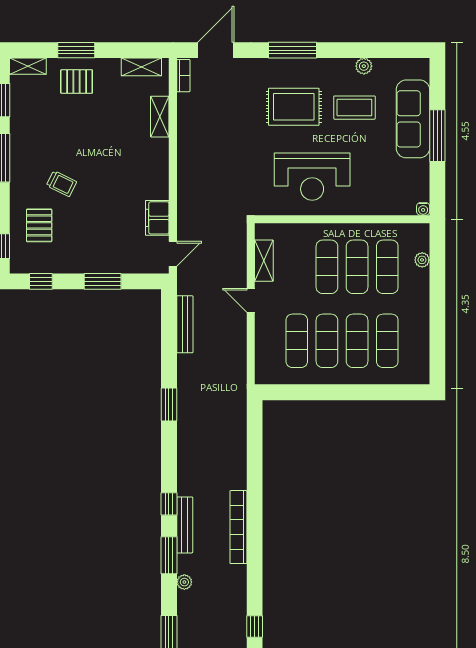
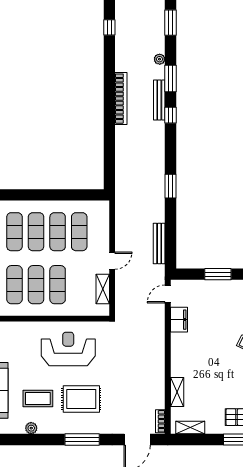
door: (251, 300) -> (112, 261), hinge flipped

